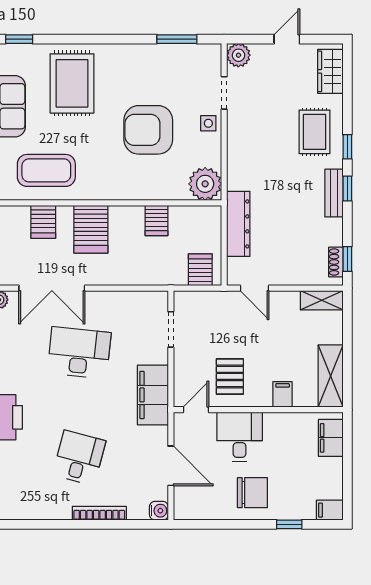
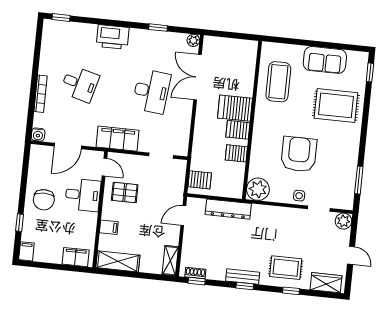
window: (347, 147) -> (291, 291), moved
server rack: (43, 222) -> (238, 130), moved

